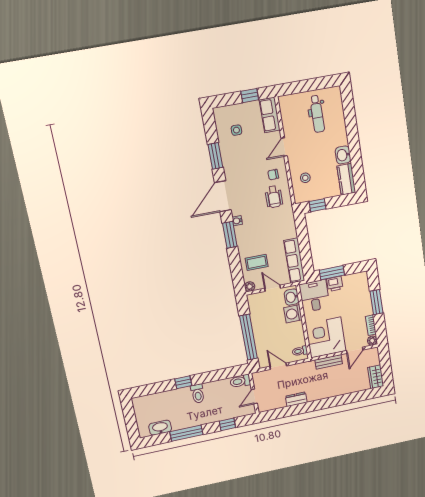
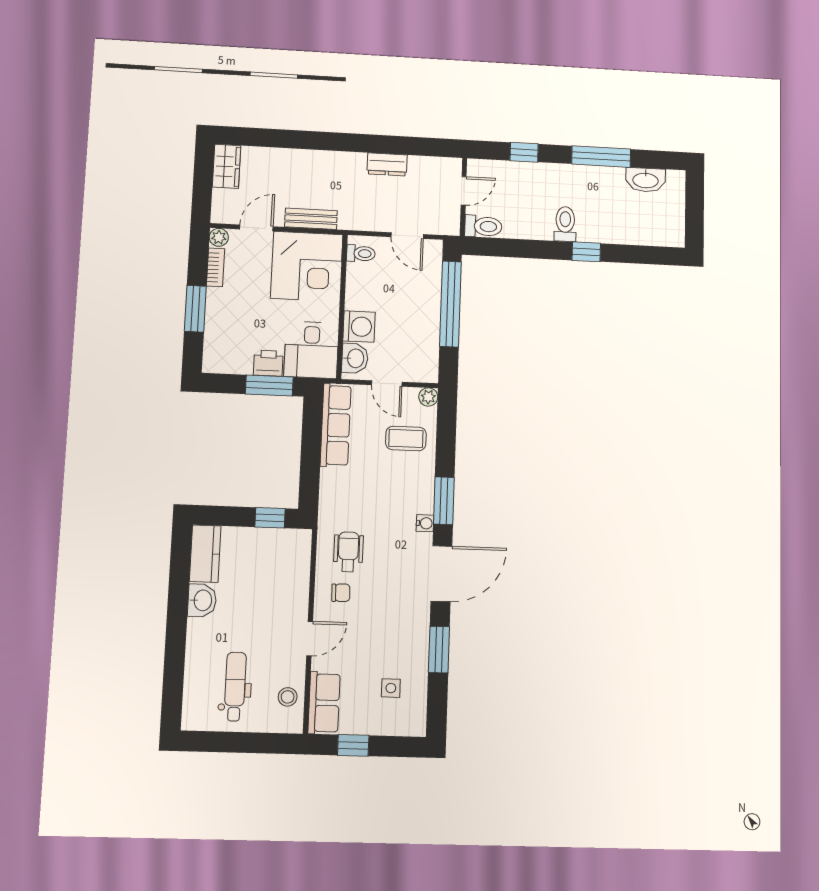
stool: (305, 178) -> (288, 697), moved

